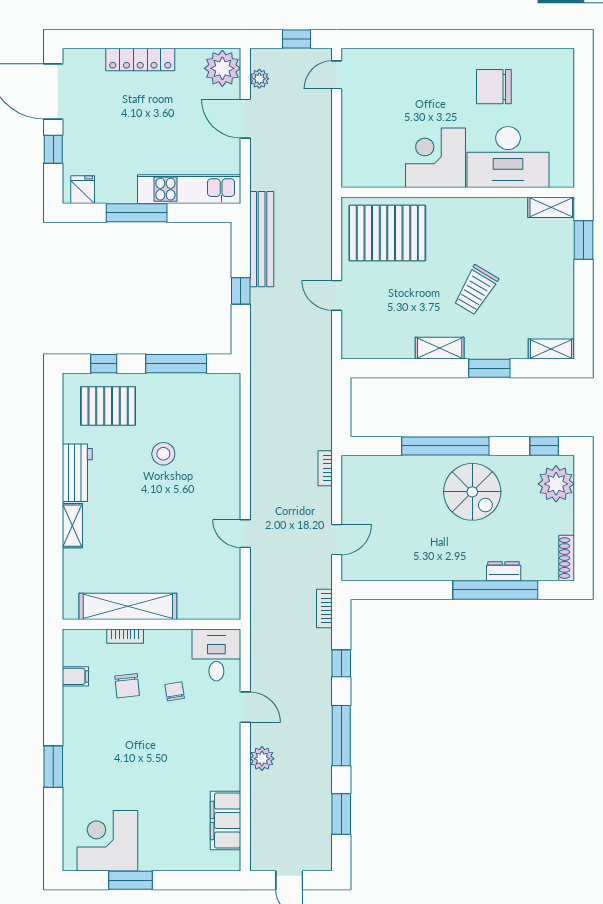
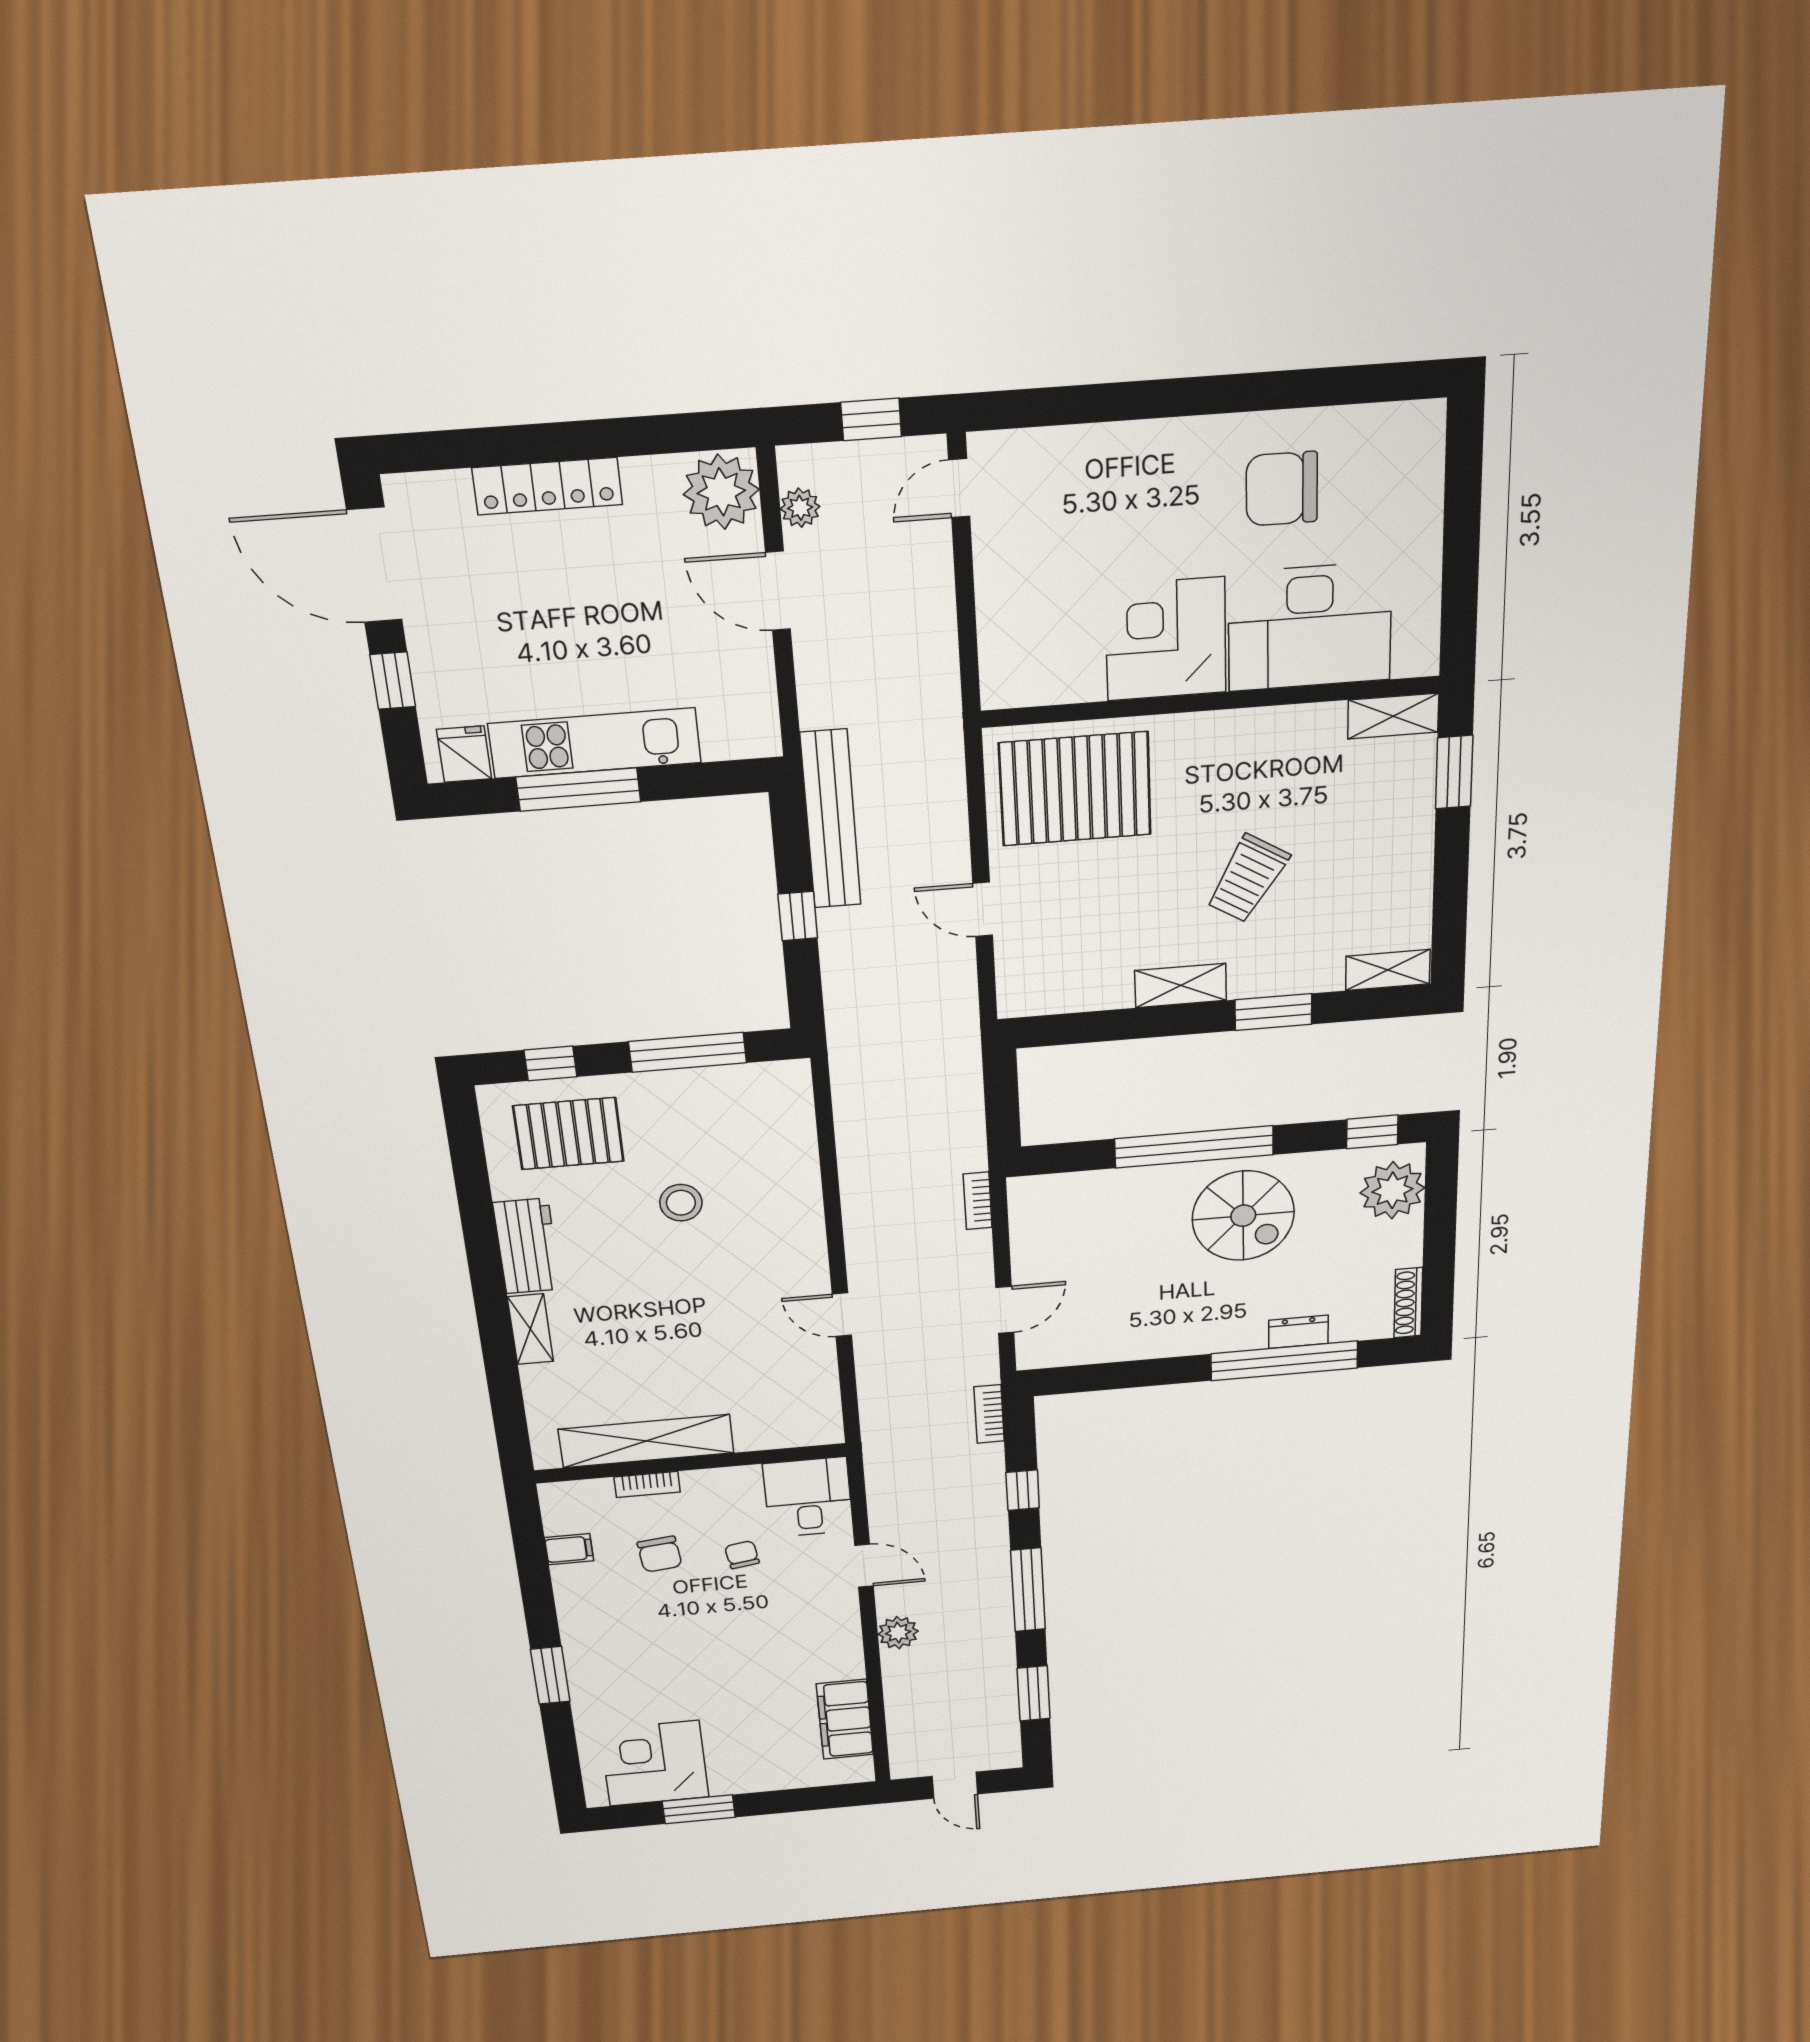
kitchen unit: (189, 189) -> (595, 743), moved

